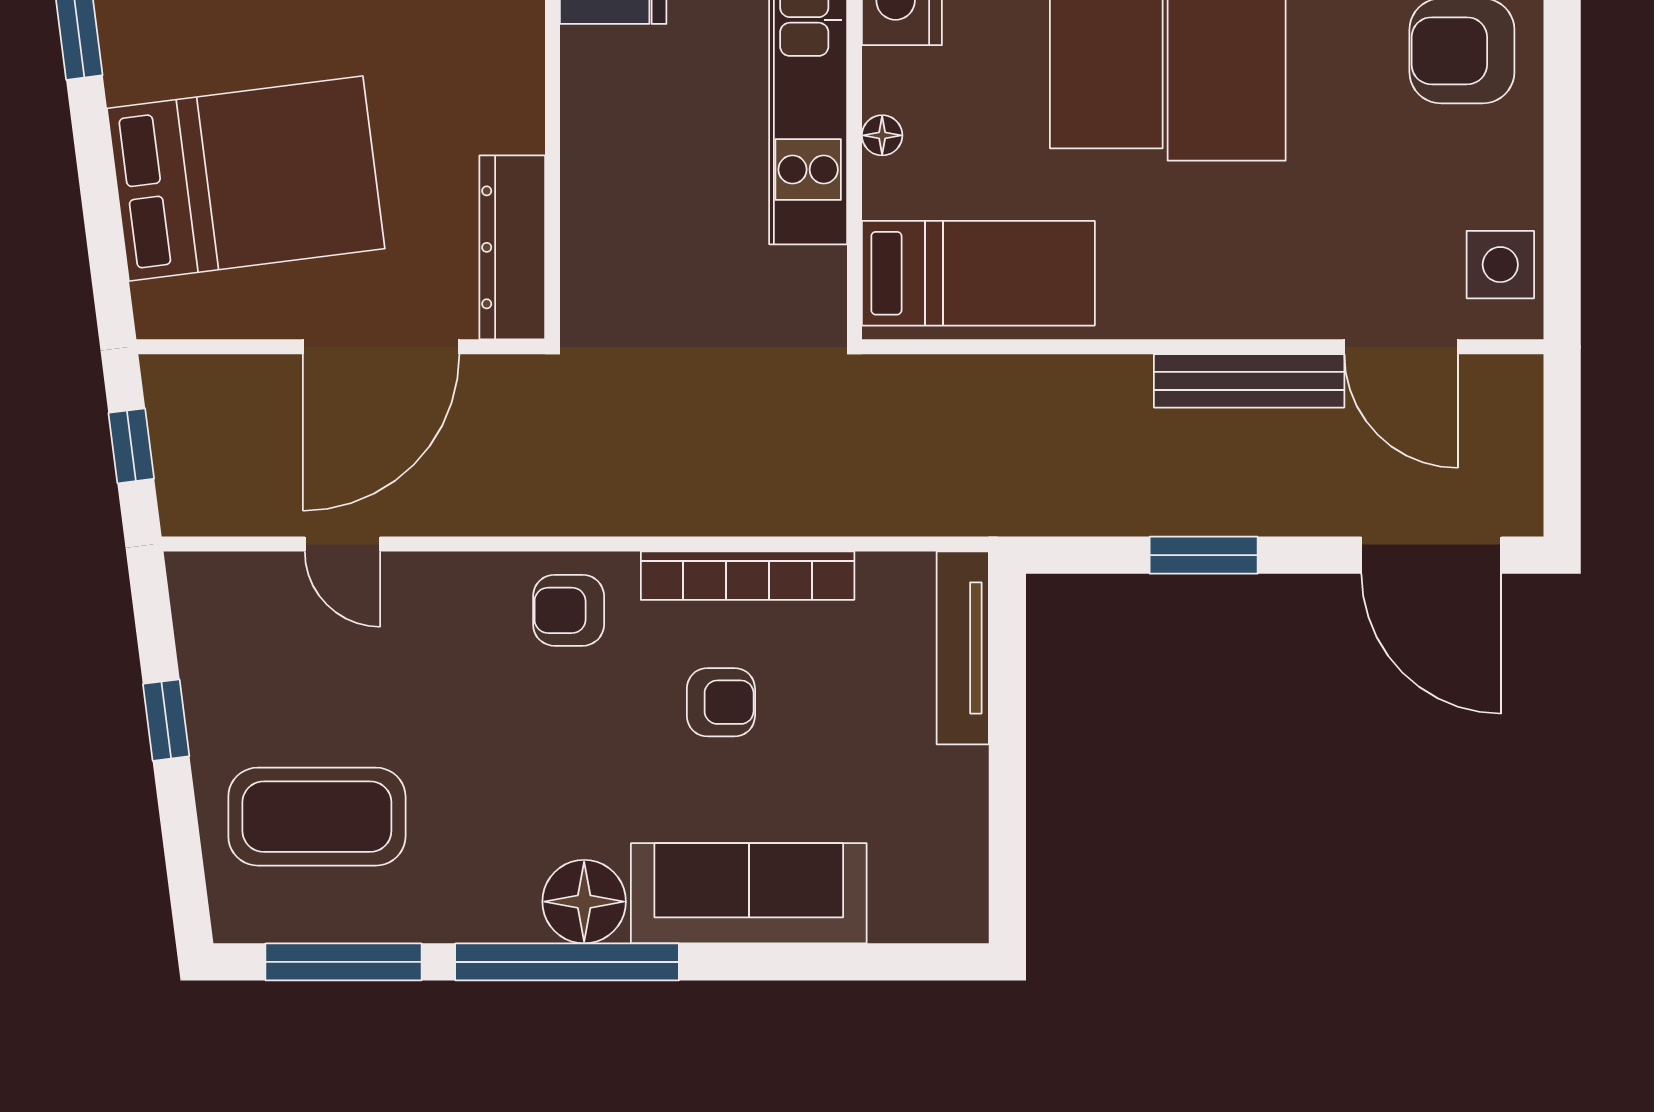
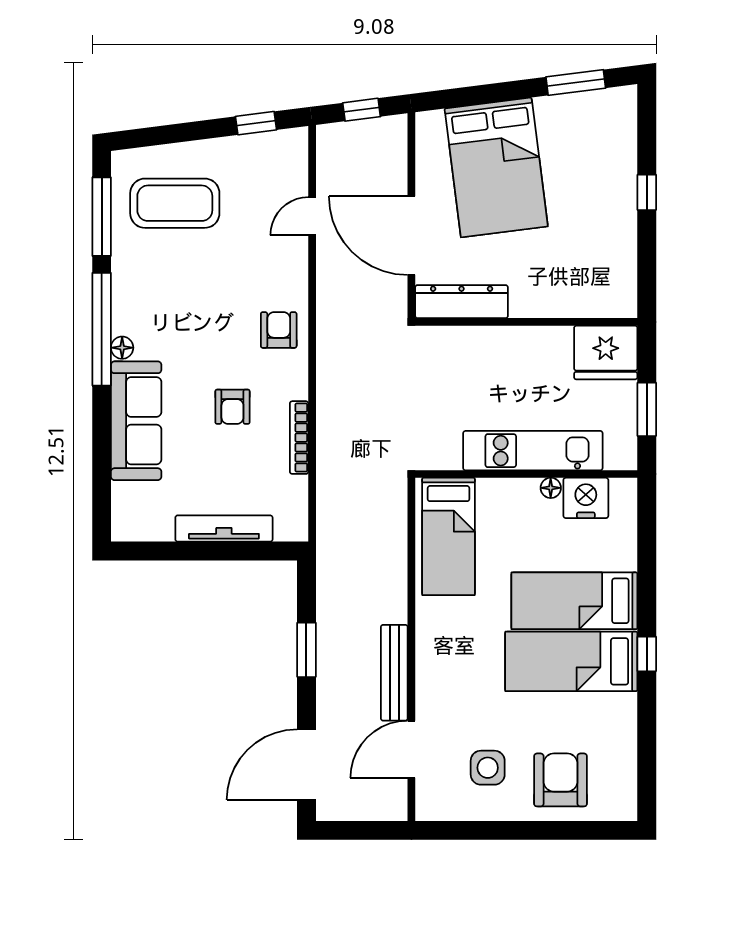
floor lamp: (882, 135) -> (551, 488), moved
side table: (1500, 265) -> (488, 768), moved
bookcase: (748, 576) -> (299, 438), width x0.68, depth x0.76
tv unit: (963, 648) -> (224, 529), moved
window: (166, 720) -> (256, 123), moved
coffee table: (317, 817) -> (175, 203), turned 90
floor lamp: (584, 902) -> (122, 348), width x0.53, depth x0.53

